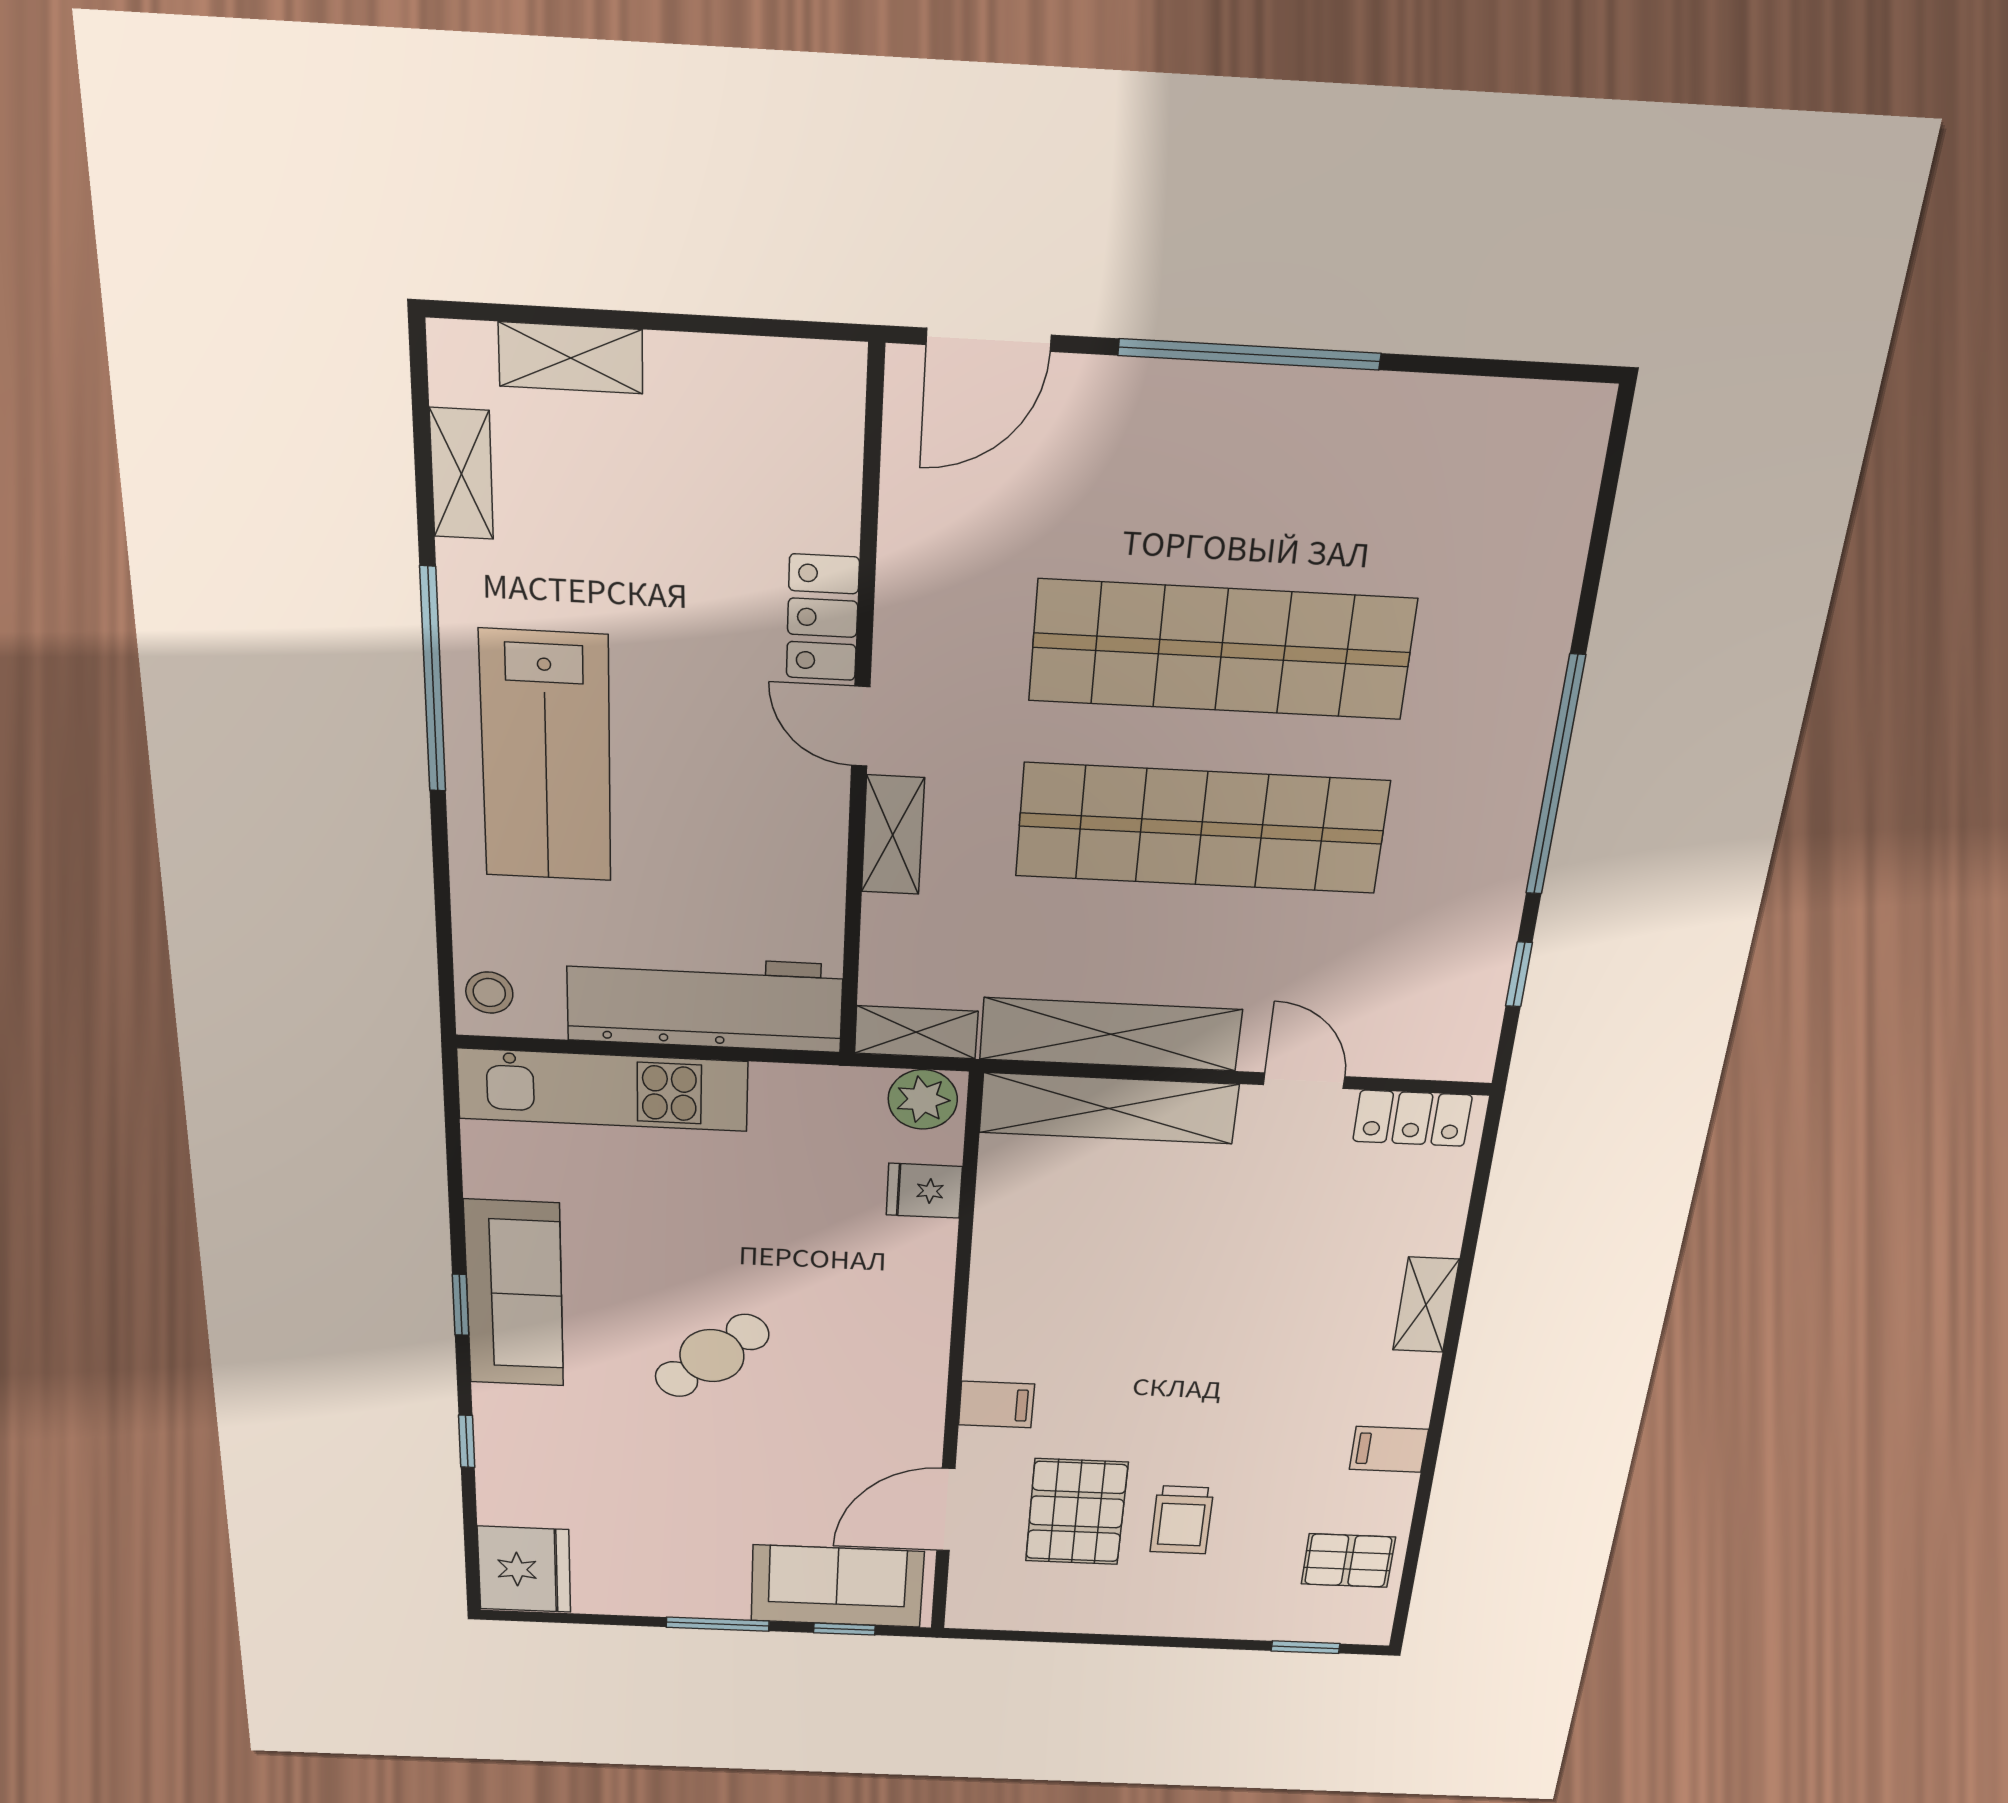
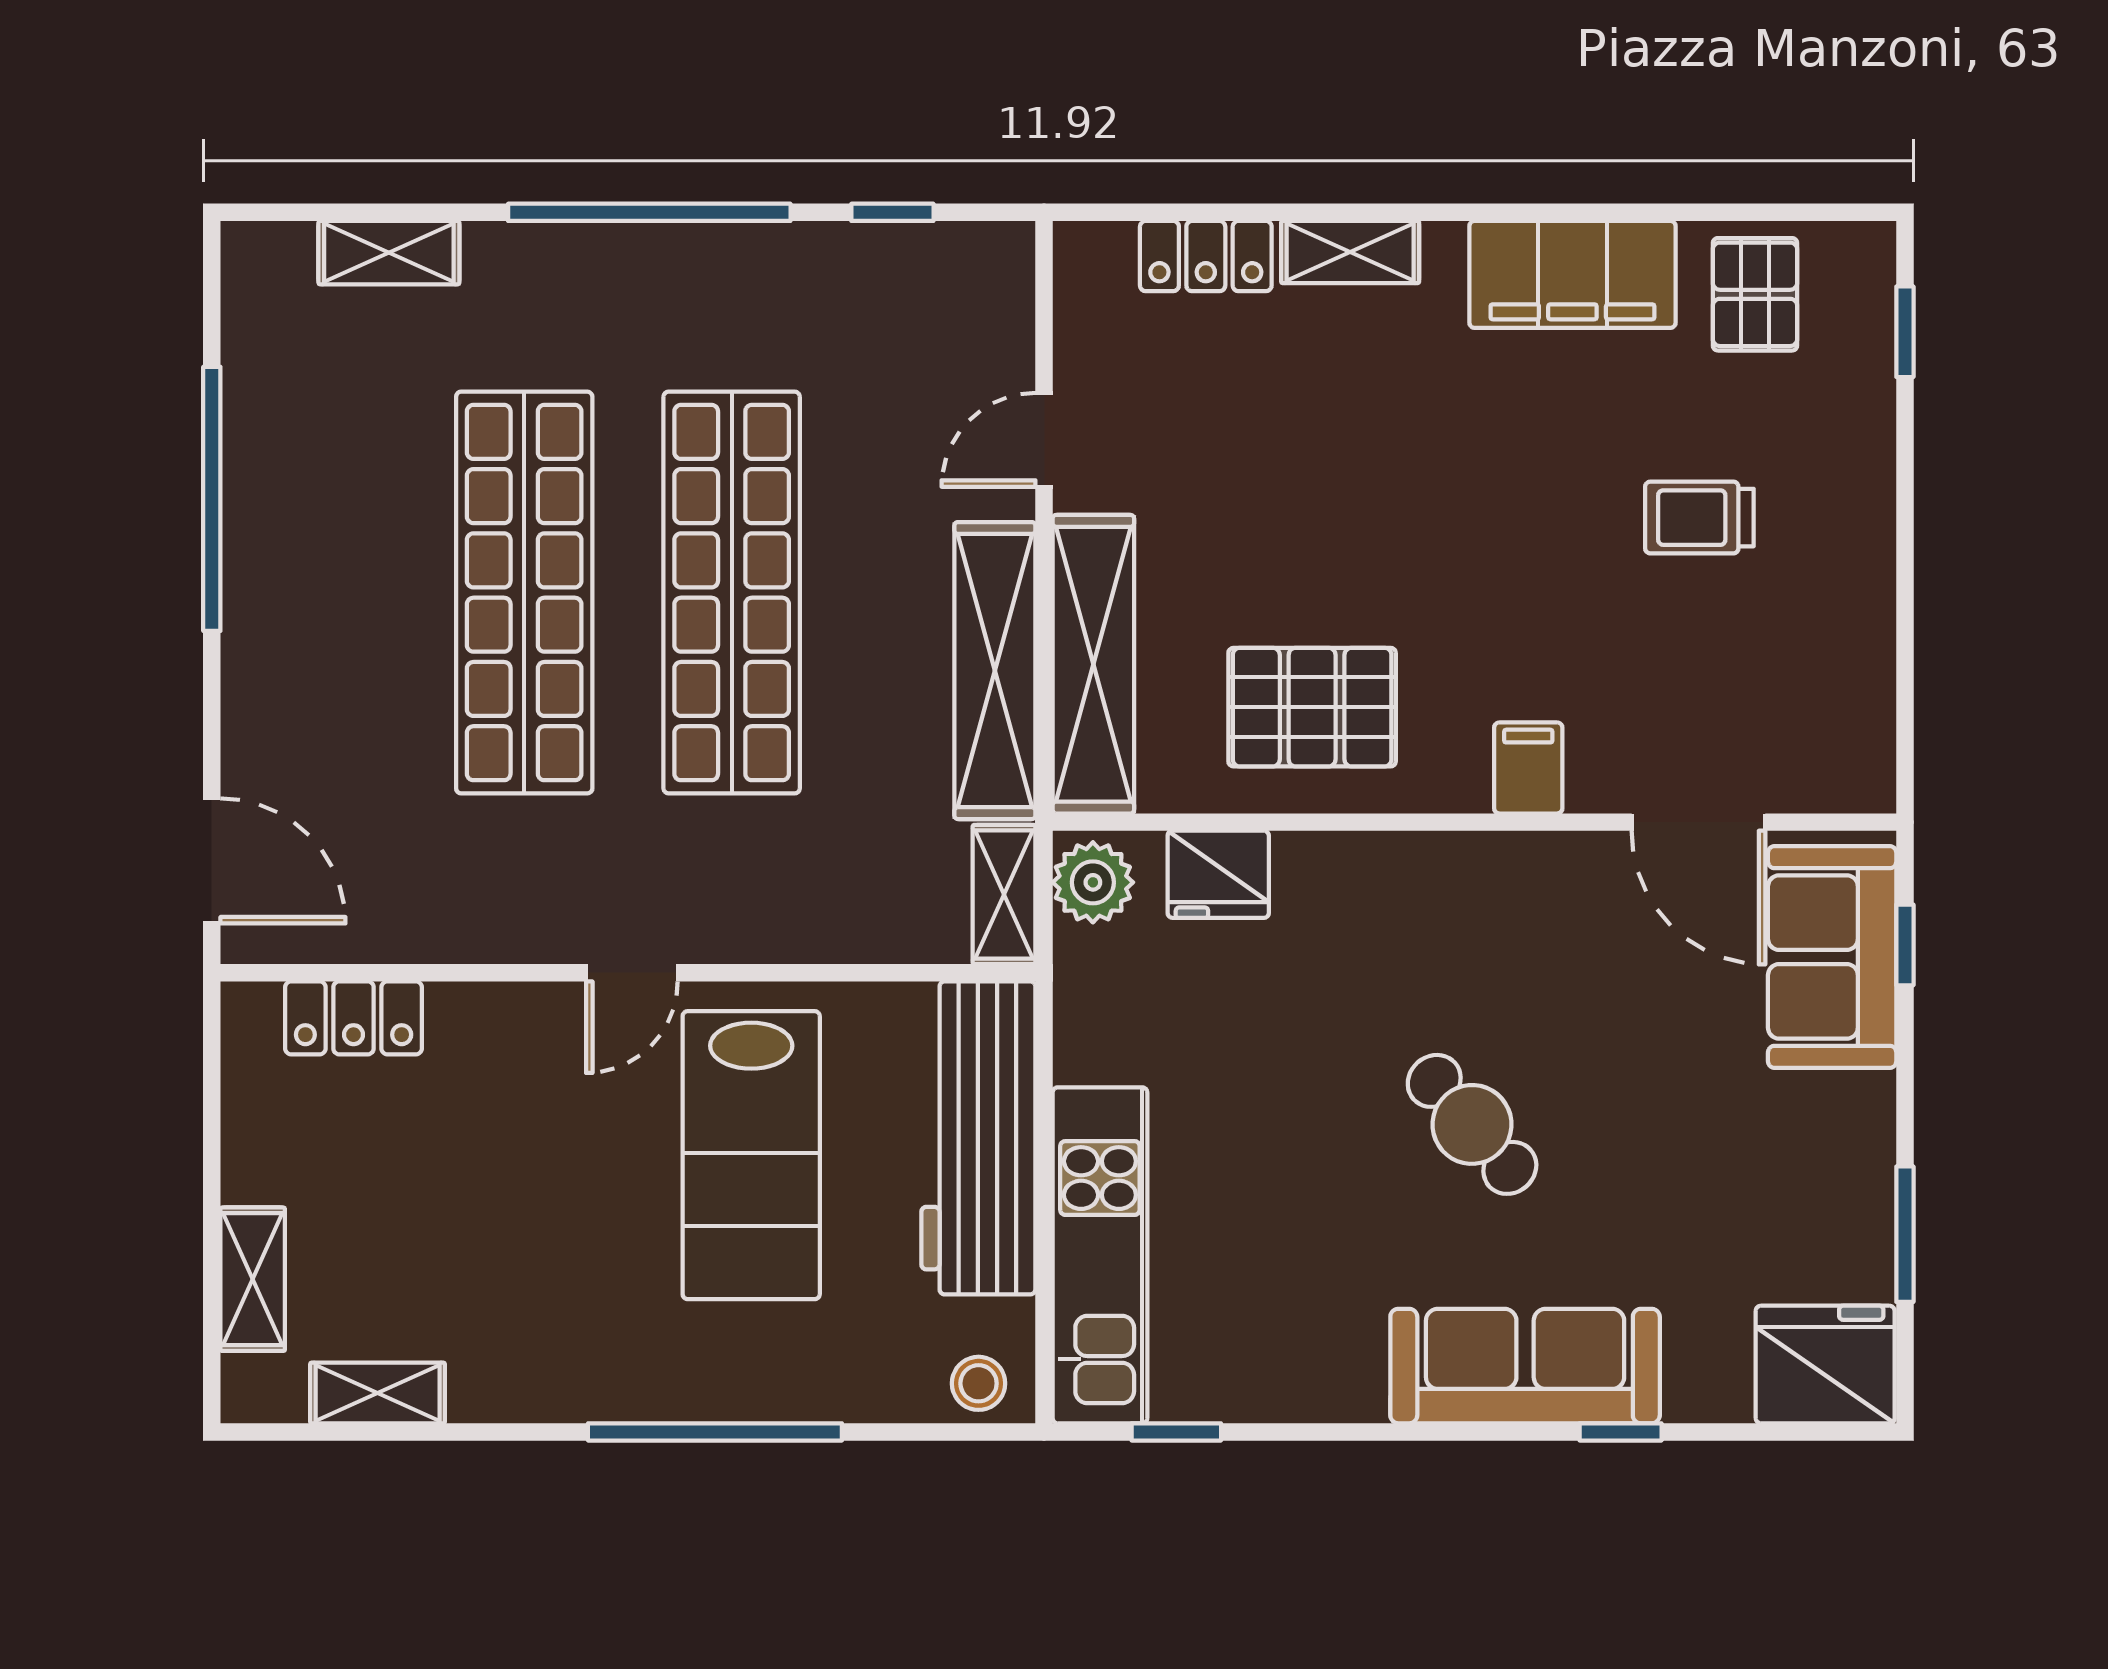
window: (1250, 354) -> (212, 499), moved
locker: (823, 618) -> (354, 1018), moved
window: (433, 681) -> (715, 1432), moved
lab bench: (546, 757) -> (751, 1155), moved, turned 90
shelving: (893, 835) -> (389, 253), moved
locker: (1412, 1118) -> (1206, 256), moved, turned 90
fridge: (924, 1191) -> (1218, 874), width x1.38
sofa: (514, 1294) -> (1525, 1366), moved
window: (461, 1305) -> (1176, 1432), moved
filing cabinet: (1389, 1449) -> (1572, 274), width x3.00, depth x1.17
pallet: (1077, 1512) -> (1312, 707), moved
trolley: (1182, 1520) -> (1699, 518), turned 180
window: (718, 1624) -> (1905, 1234), moved

